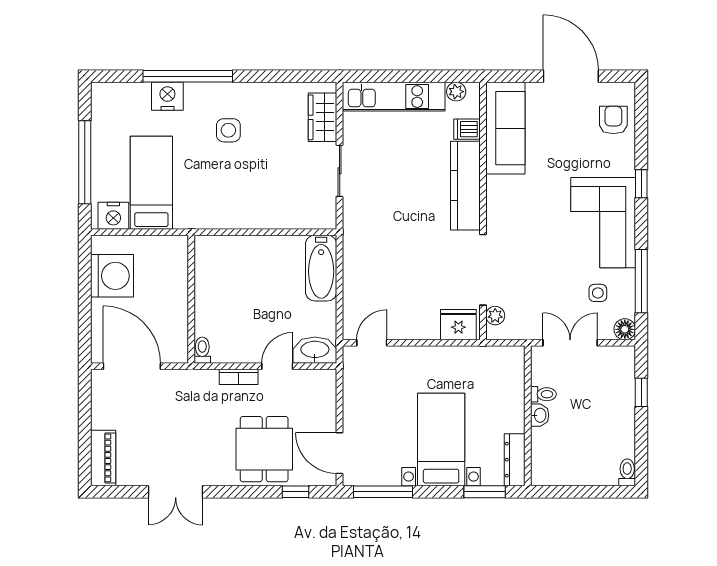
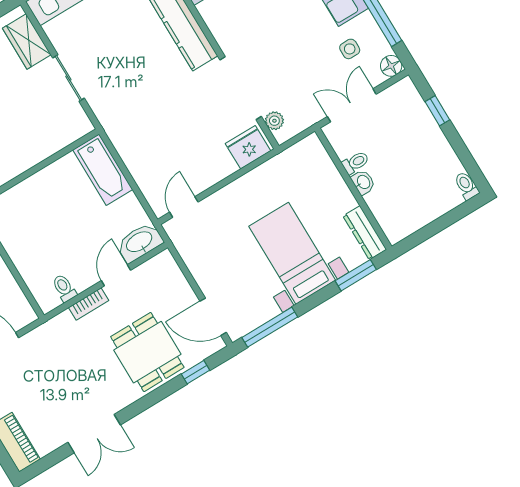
toilet: (202, 350) -> (64, 288), moved

